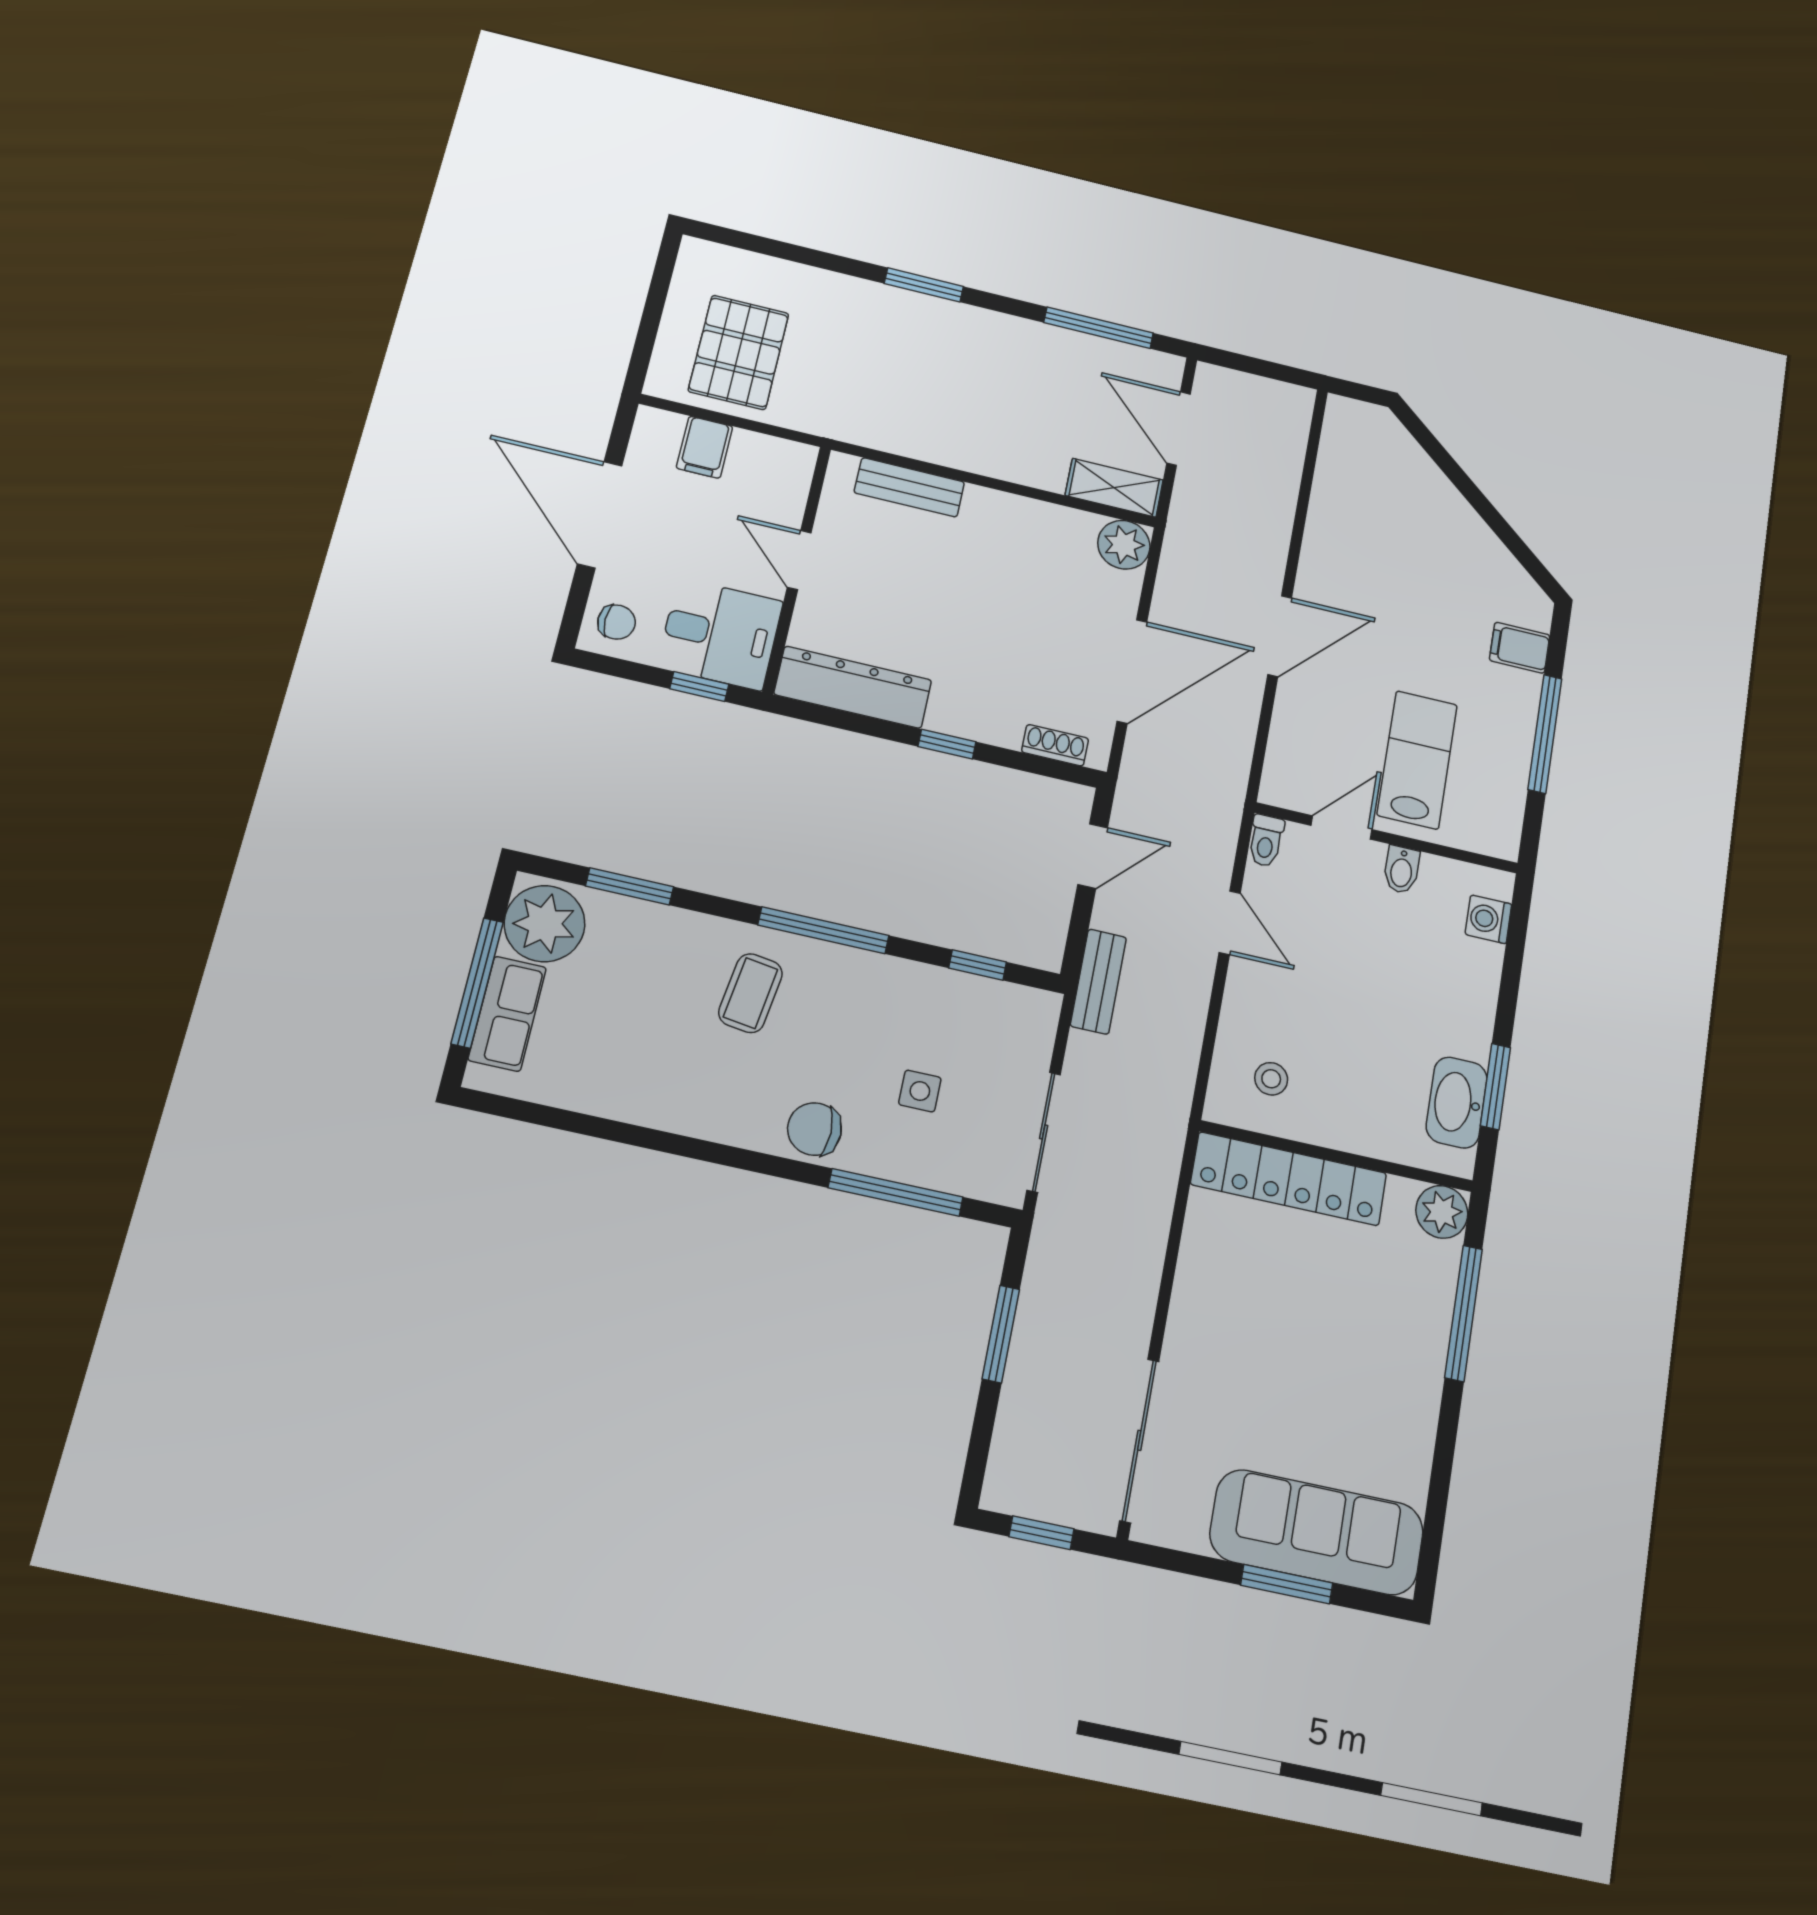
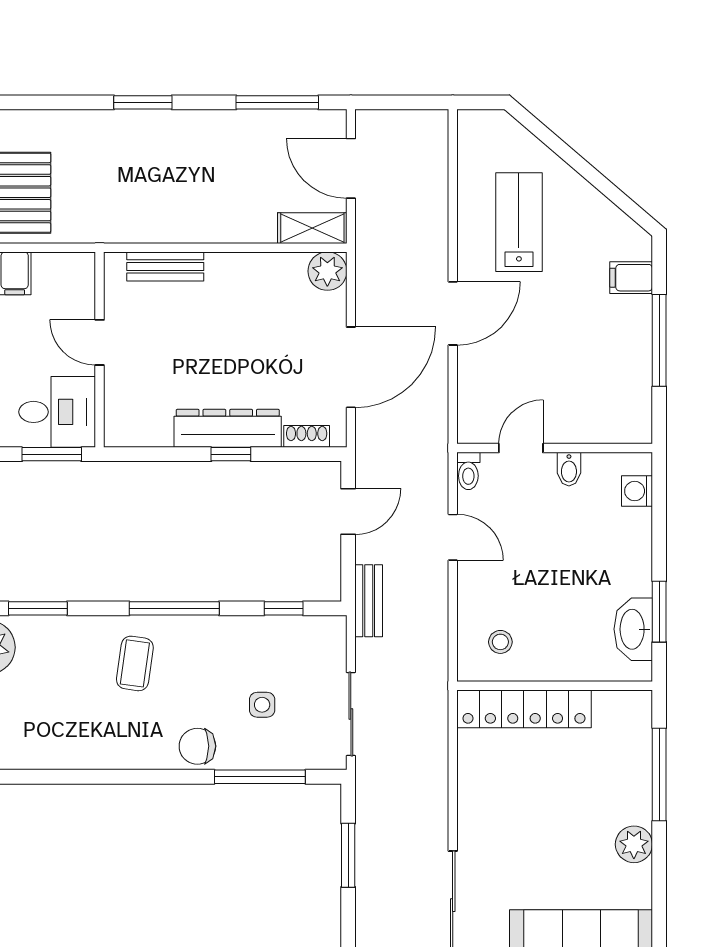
window: (699, 687) -> (52, 454), width x1.50
dresser: (853, 687) -> (228, 428), moved
lab bench: (1417, 760) -> (519, 222), moved
plant: (1442, 1212) -> (634, 844), moved

